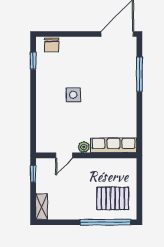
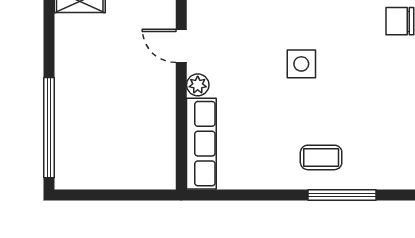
coffee table: (120, 85) -> (321, 157), added
pallet: (113, 198) -> (96, 142), removed

